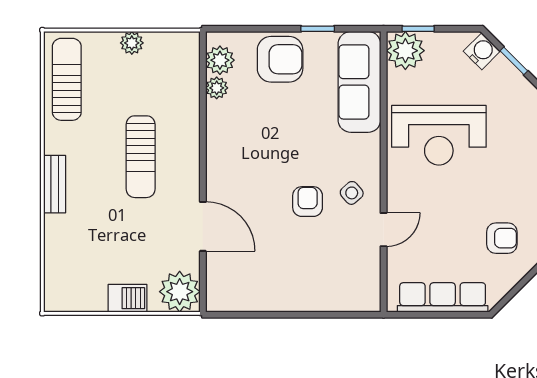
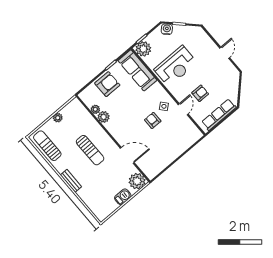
plant: (220, 60) -> (104, 117), moved
armchair: (502, 238) -> (200, 93), moved

